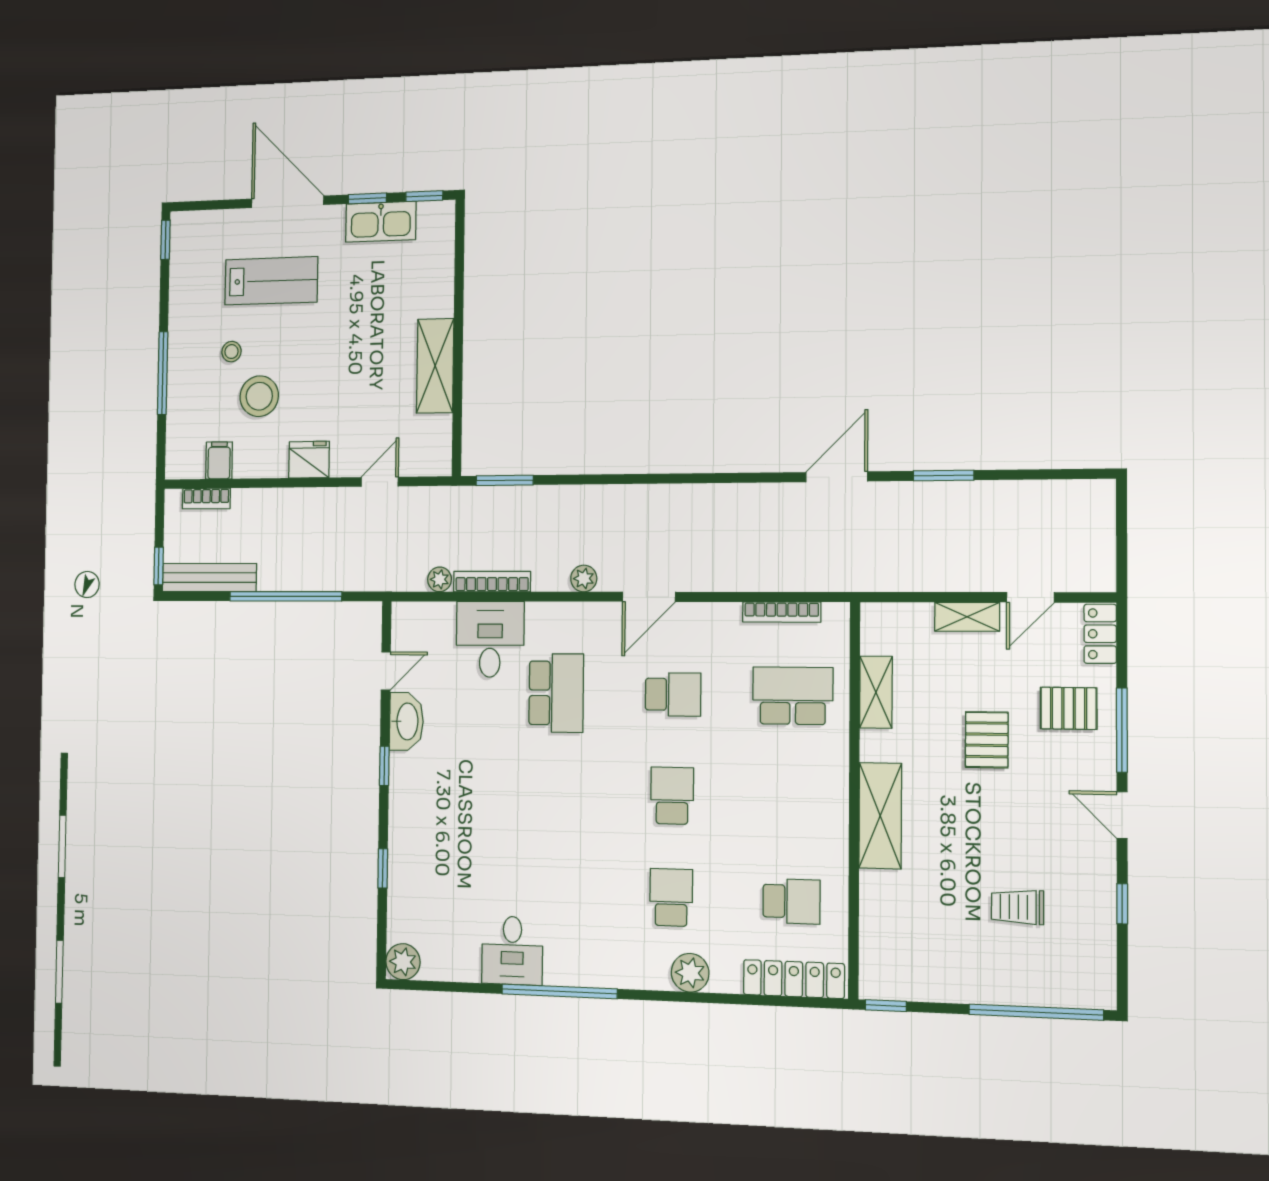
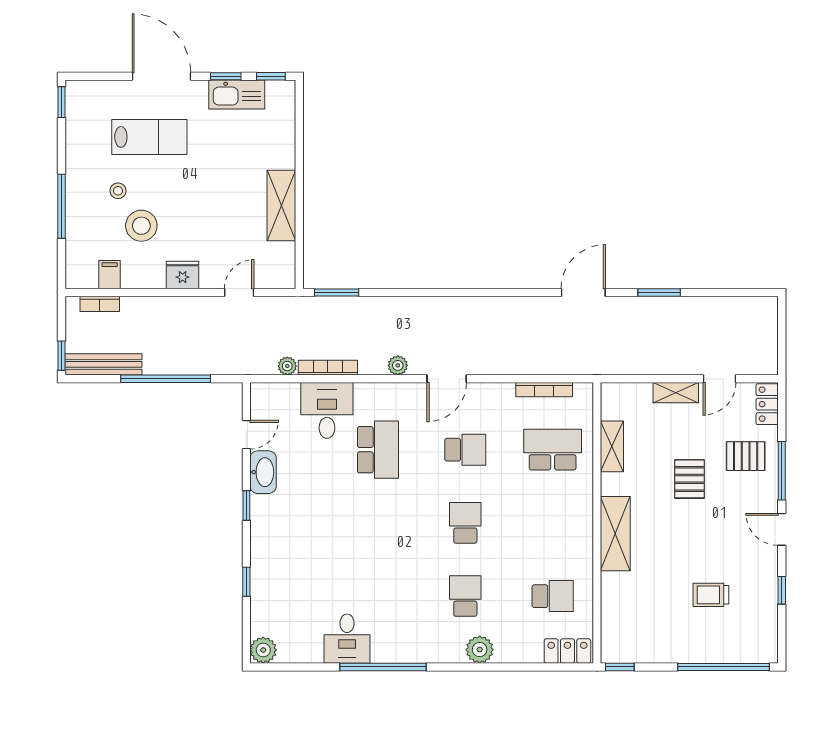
locker: (794, 979) -> (567, 651), width x0.66

